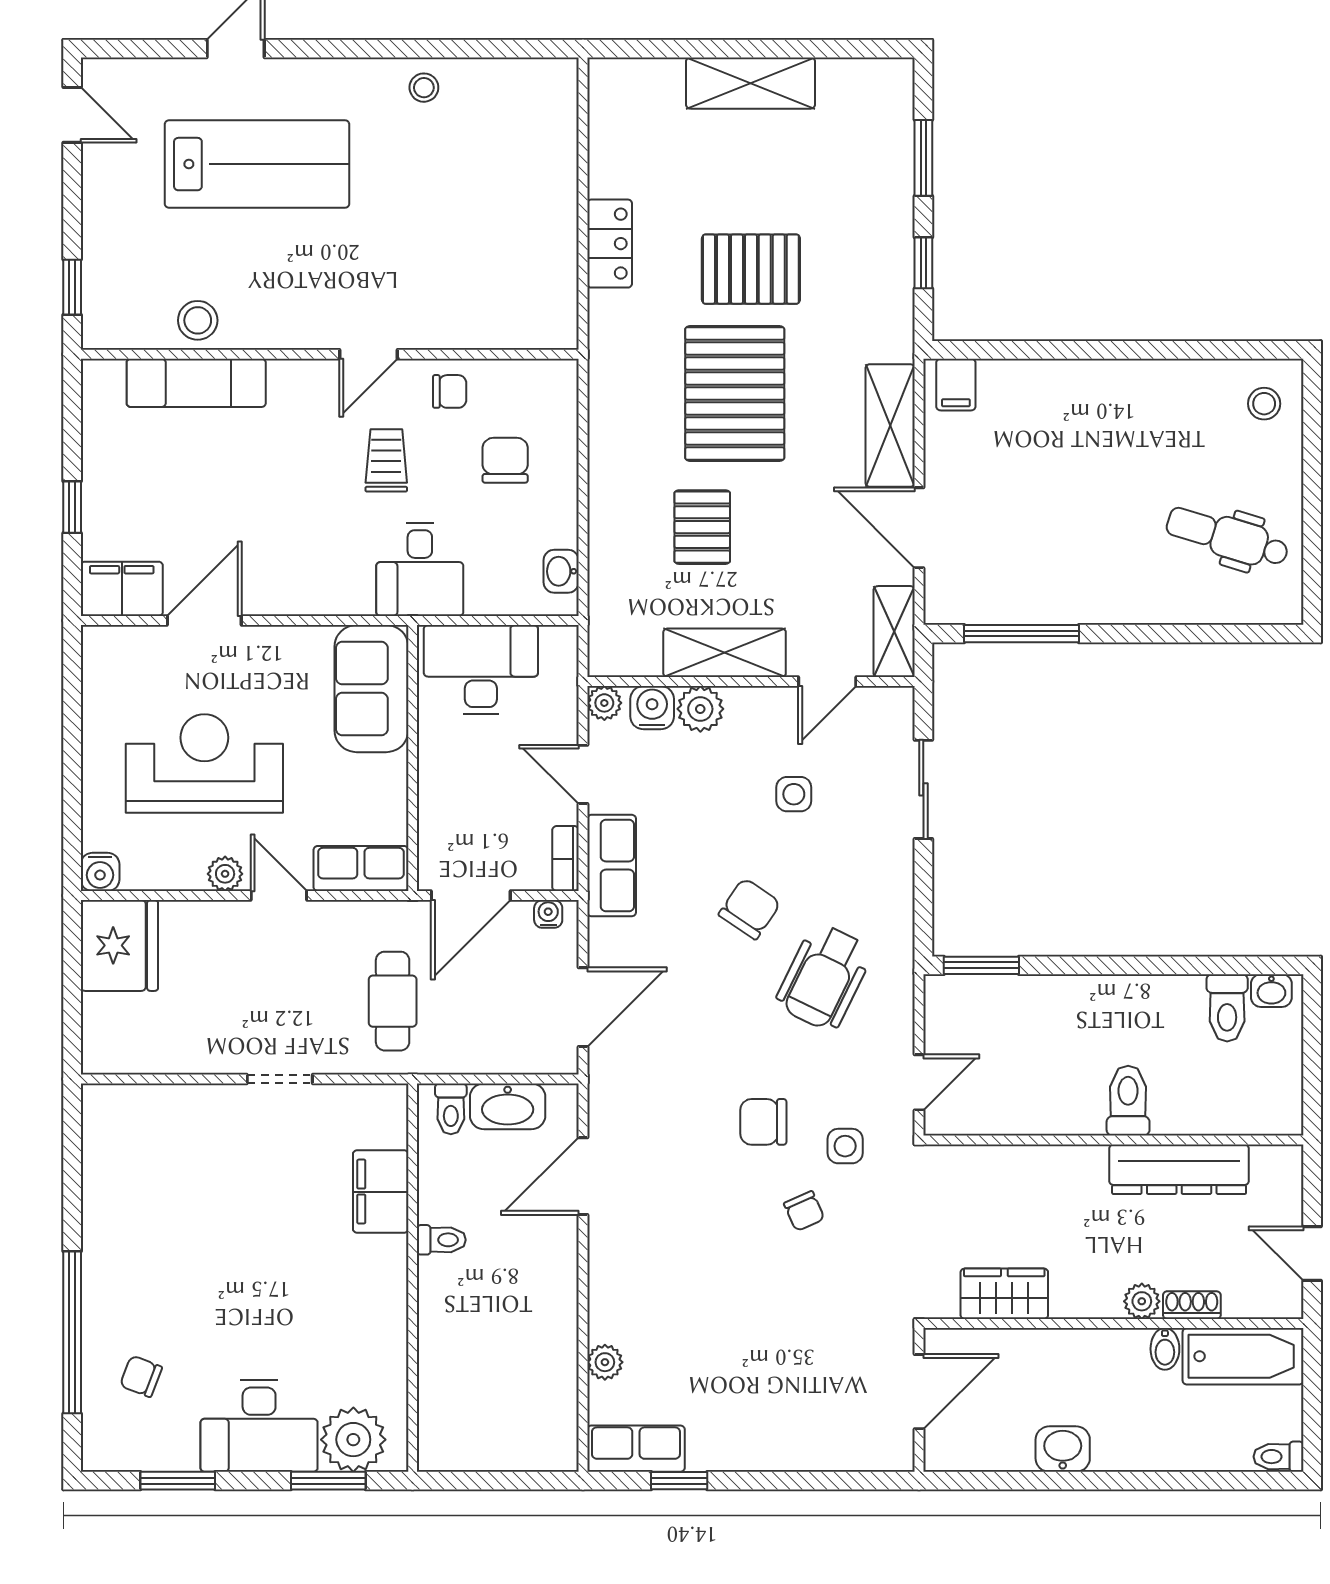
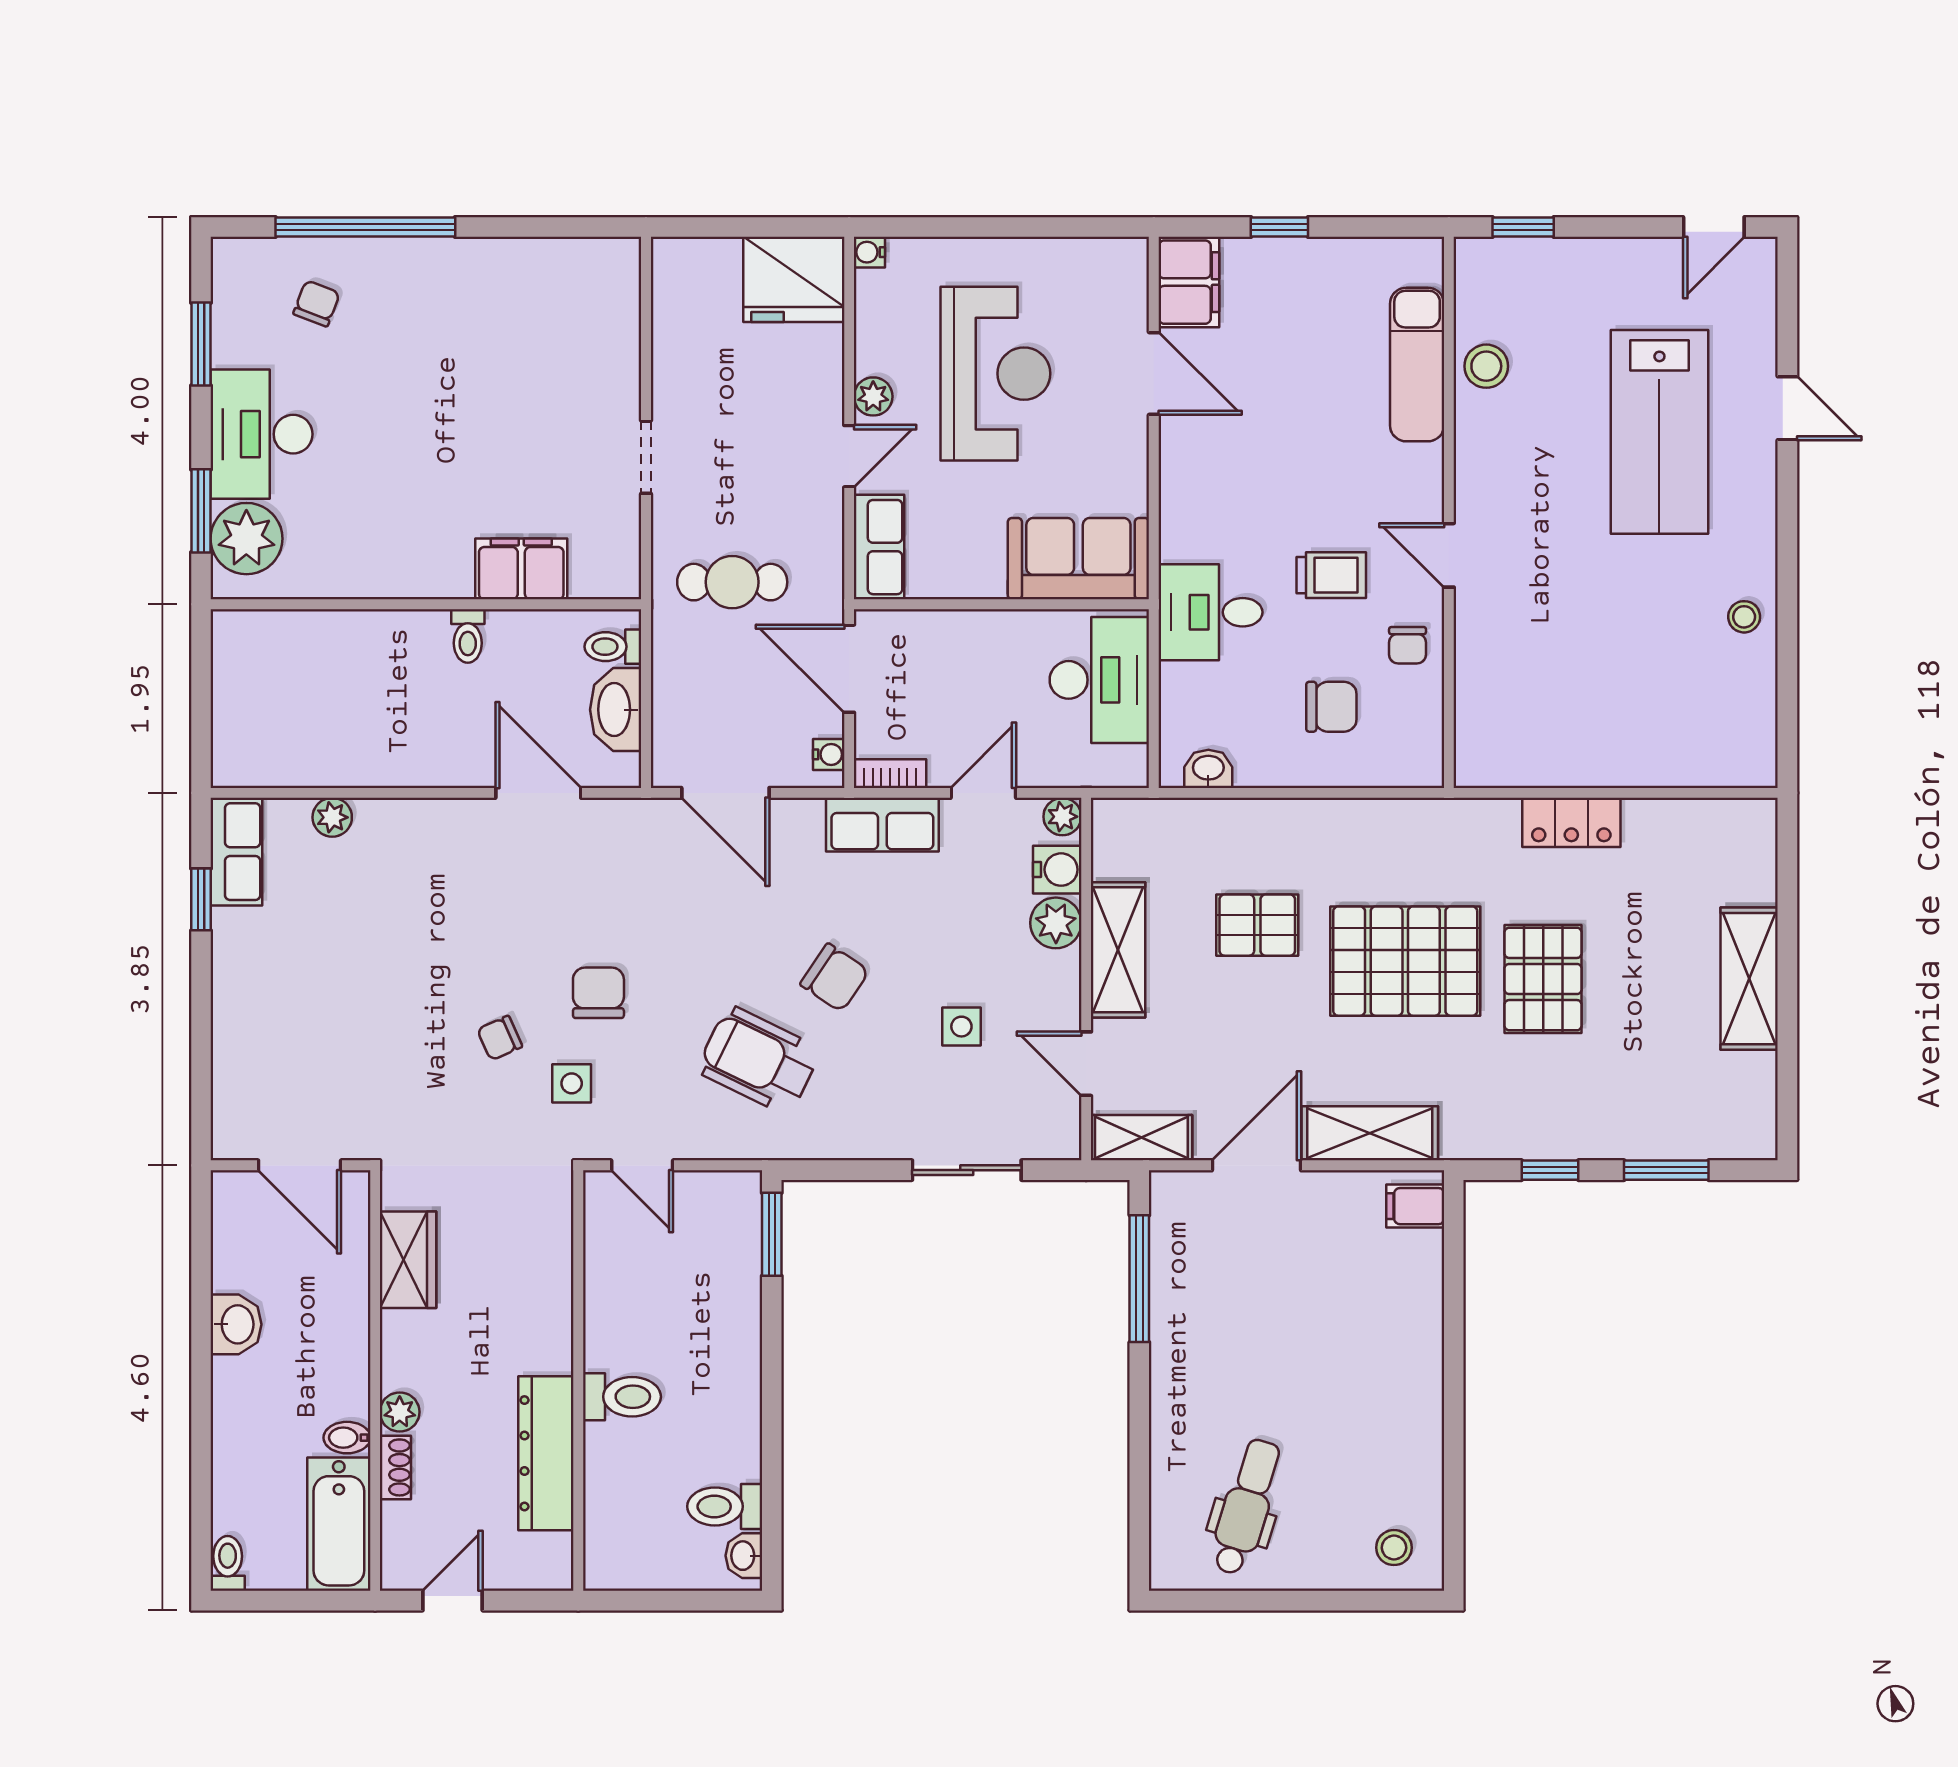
water cooler: (100, 872) -> (869, 252), width x0.72, depth x0.72

